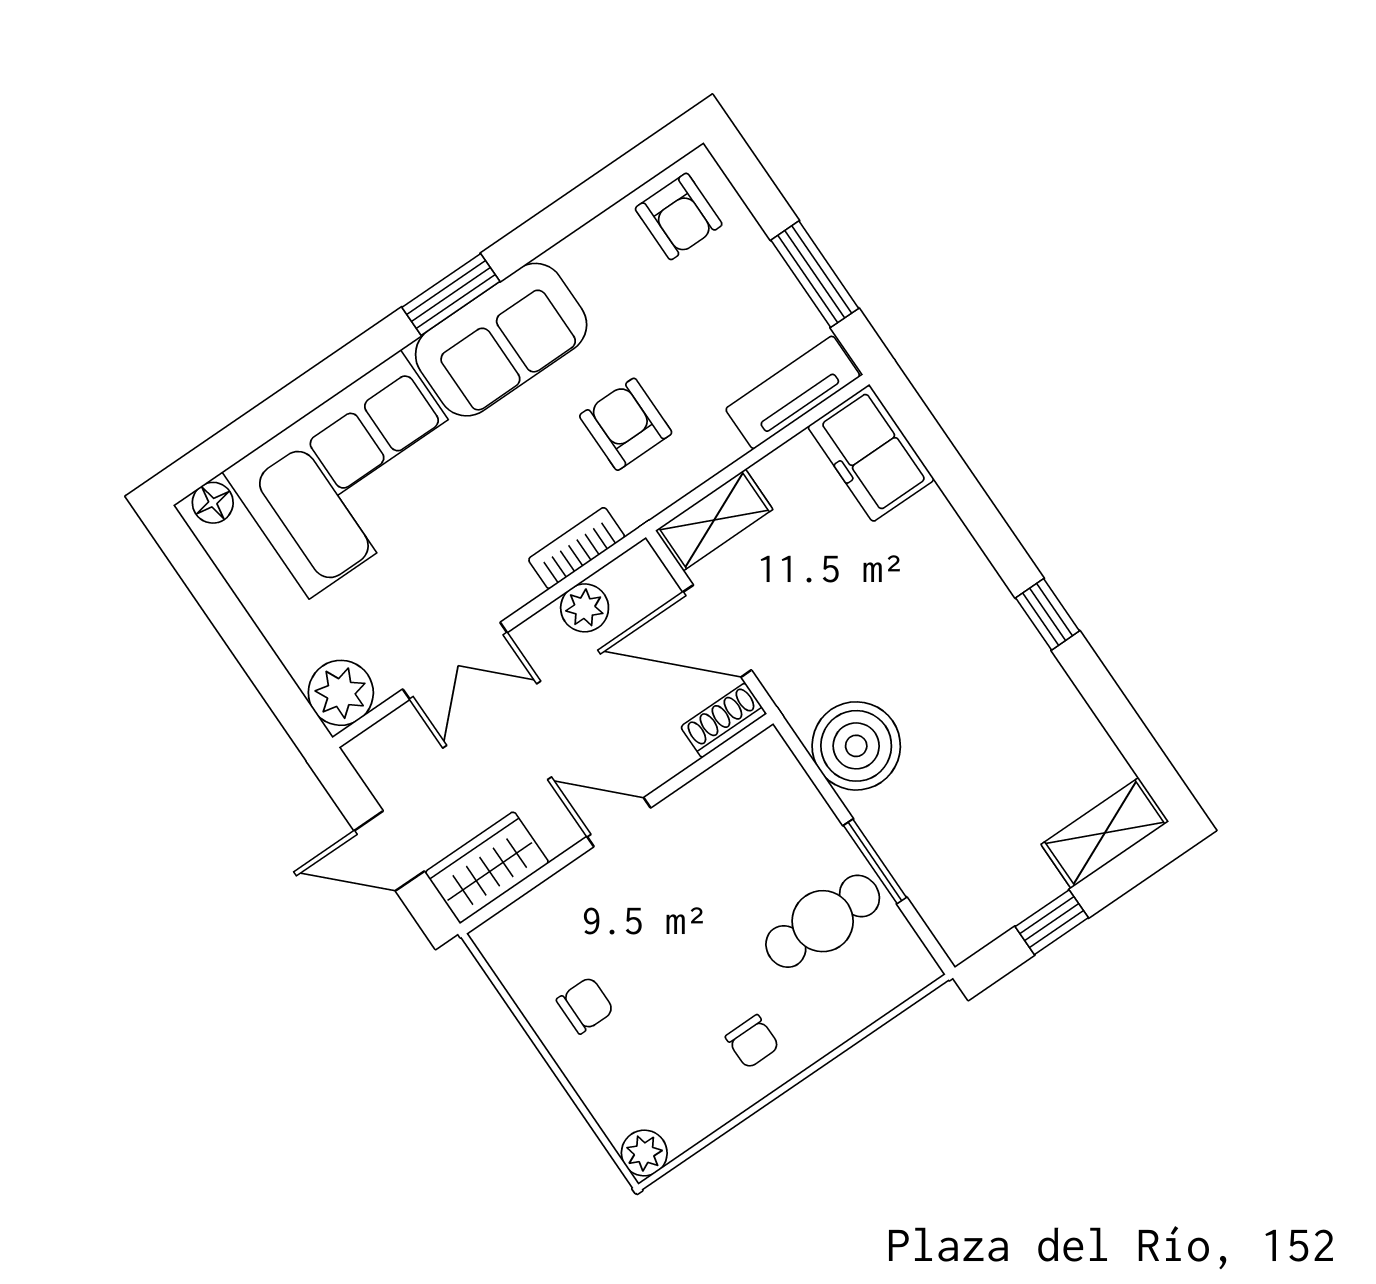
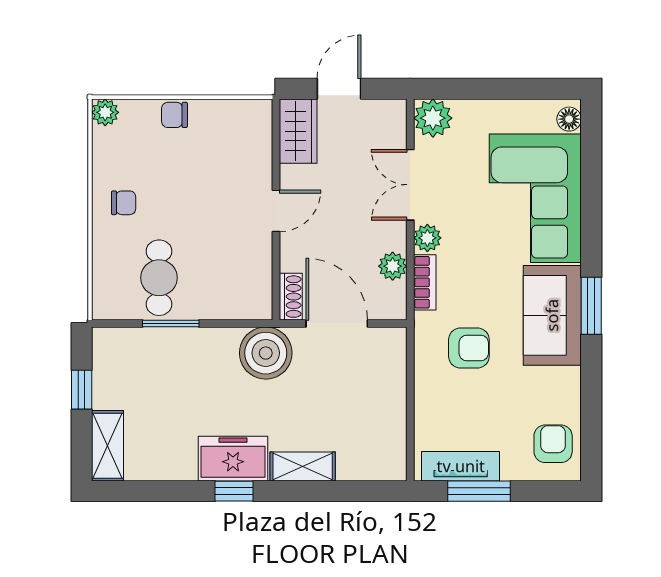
armchair: (679, 216) -> (553, 444), turned 90
tv unit: (793, 392) -> (461, 466), moved, turned -90
freezer: (871, 453) -> (233, 459), moved
shelving: (714, 520) -> (303, 466), moved, turned 90
plant: (512, 586) -> (427, 238), added
door: (717, 631) -> (337, 323), hinge flipped
boiler: (856, 746) -> (266, 353), moved
chair: (585, 1005) -> (174, 115), moved, turned 90
chair: (752, 1042) -> (124, 203), turned 180

